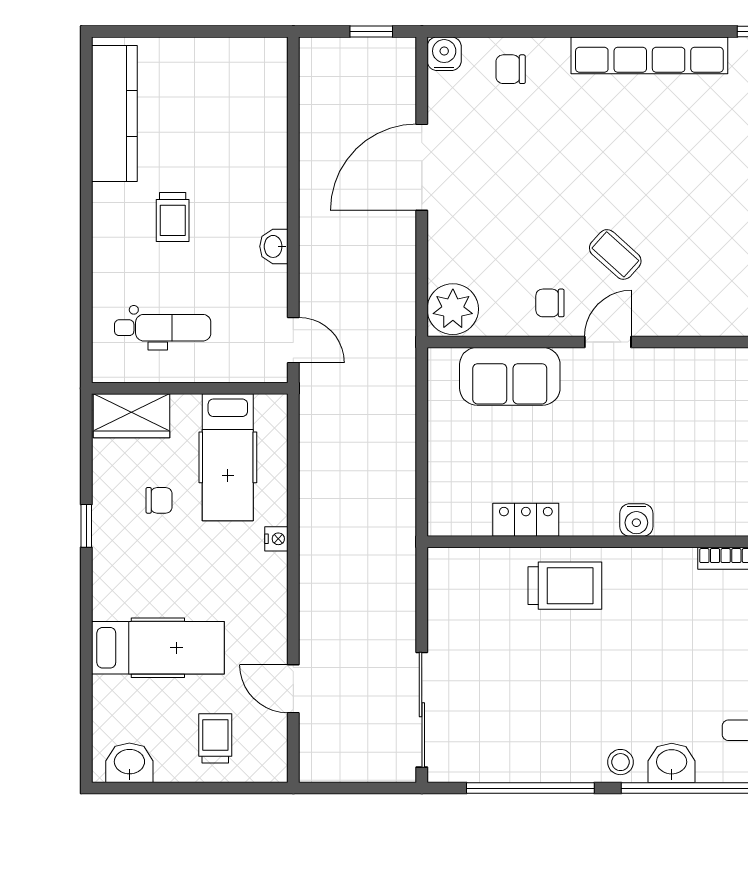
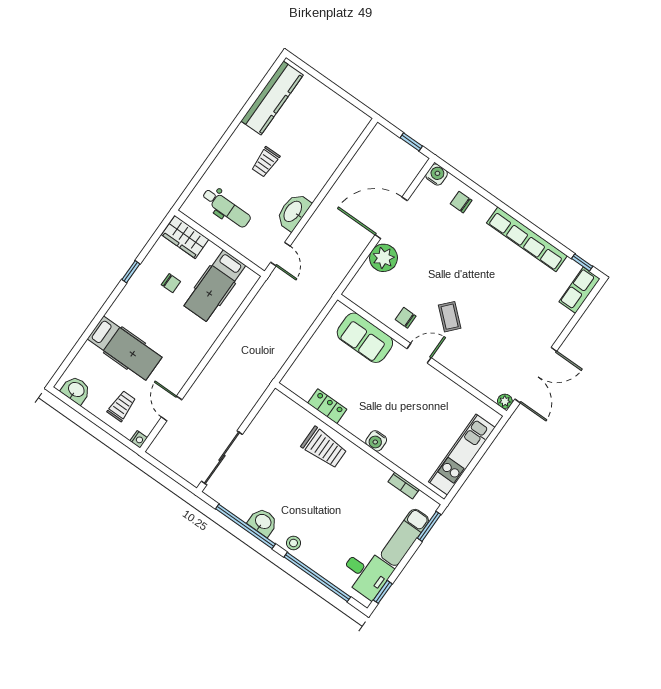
washbasin: (274, 246) -> (293, 212), width x1.91, depth x1.45
plant: (453, 309) -> (383, 258), moved
nightstand: (276, 539) -> (139, 439), moved
washbasin: (672, 763) -> (263, 522), moved

